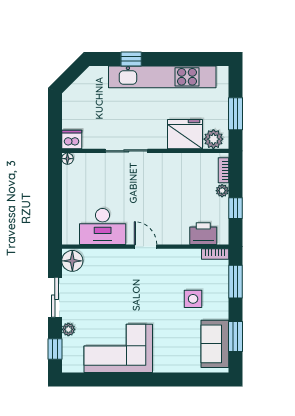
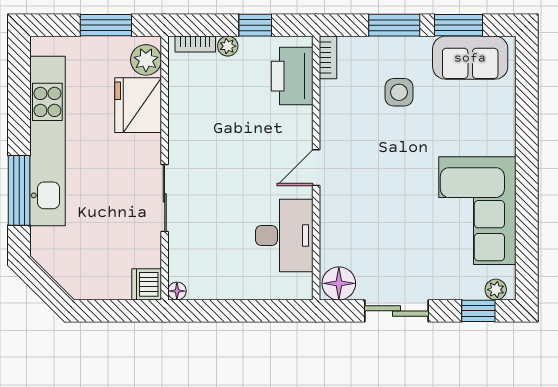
window: (131, 59) -> (19, 190), width x2.17
printer: (203, 234) -> (292, 76), width x1.37, depth x1.19
window: (235, 282) -> (394, 25), moved
plant: (68, 329) -> (496, 290), moved

